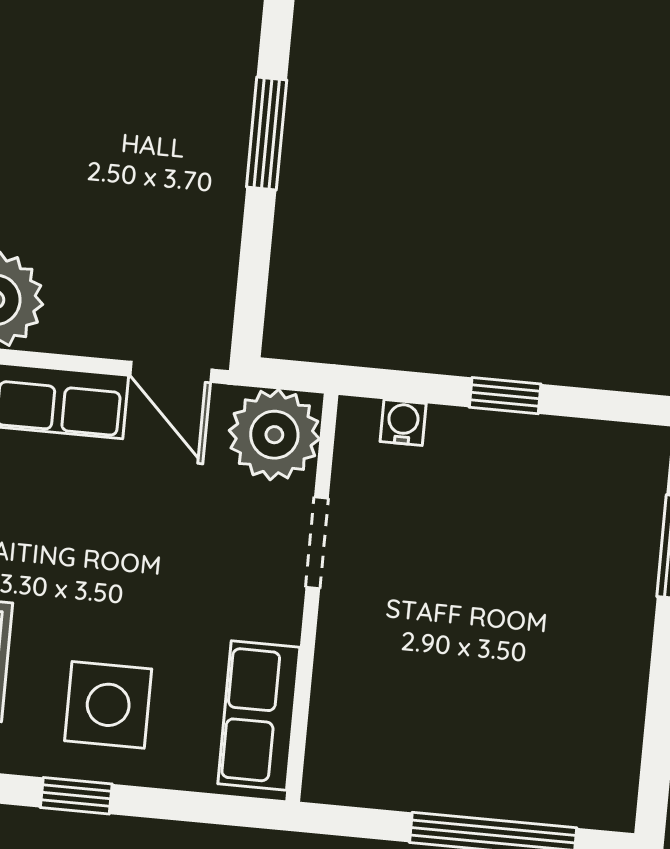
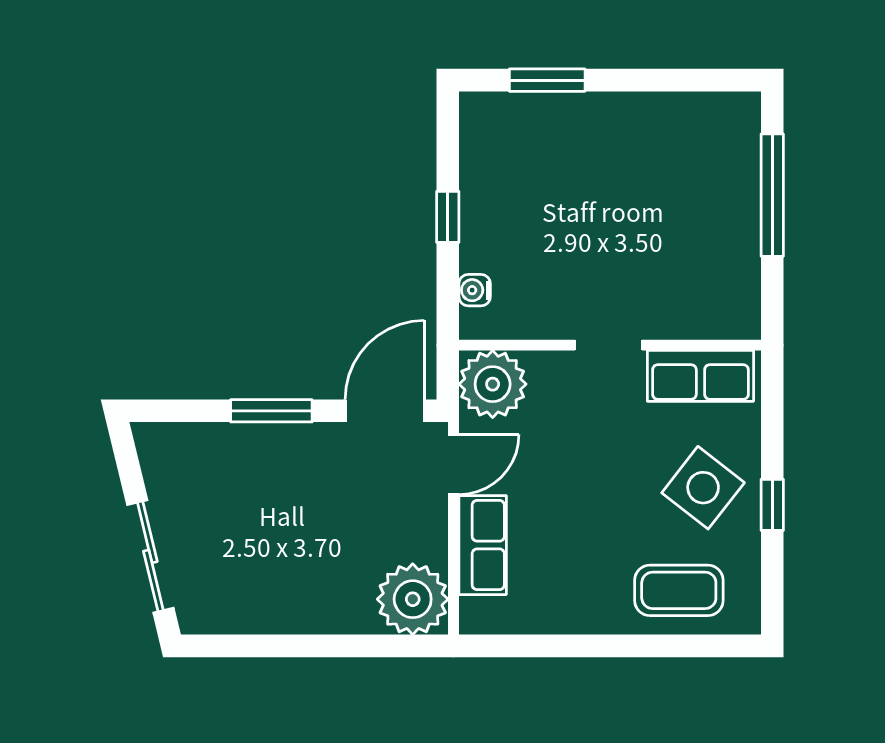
door: (252, 286) -> (385, 411), added
doorway: (317, 543) -> (608, 345), moved
side table: (108, 705) -> (703, 488), turned 38

